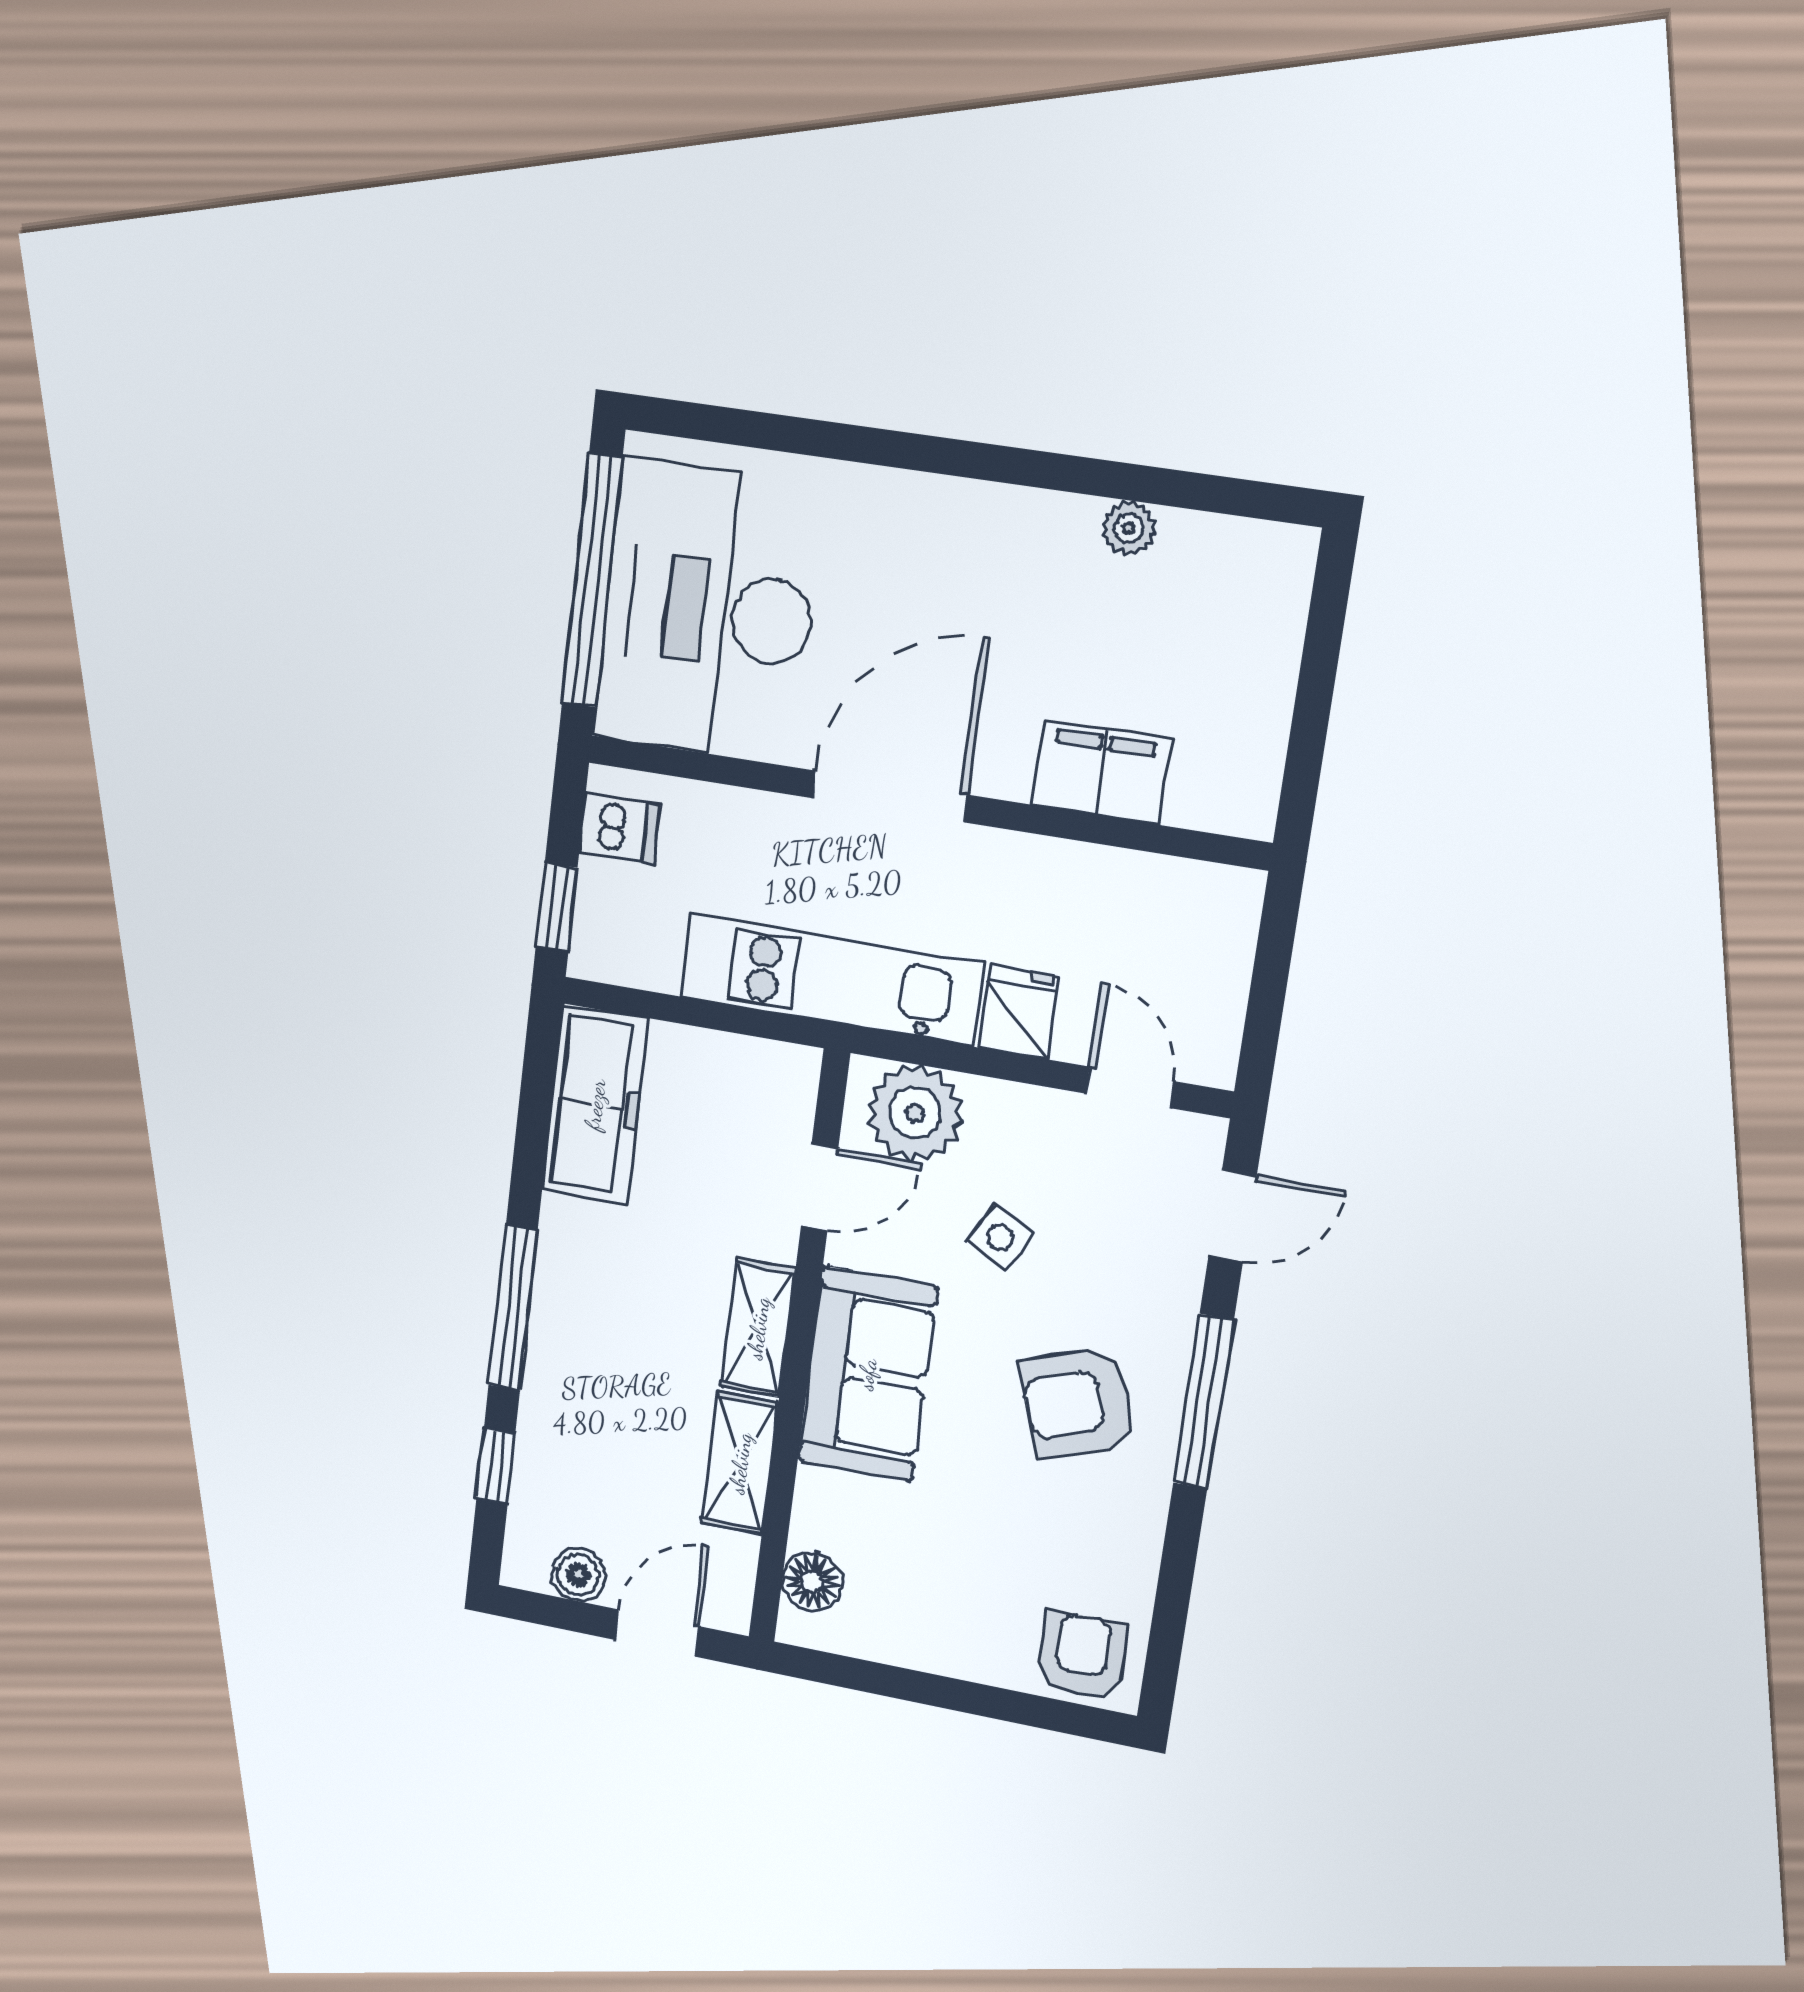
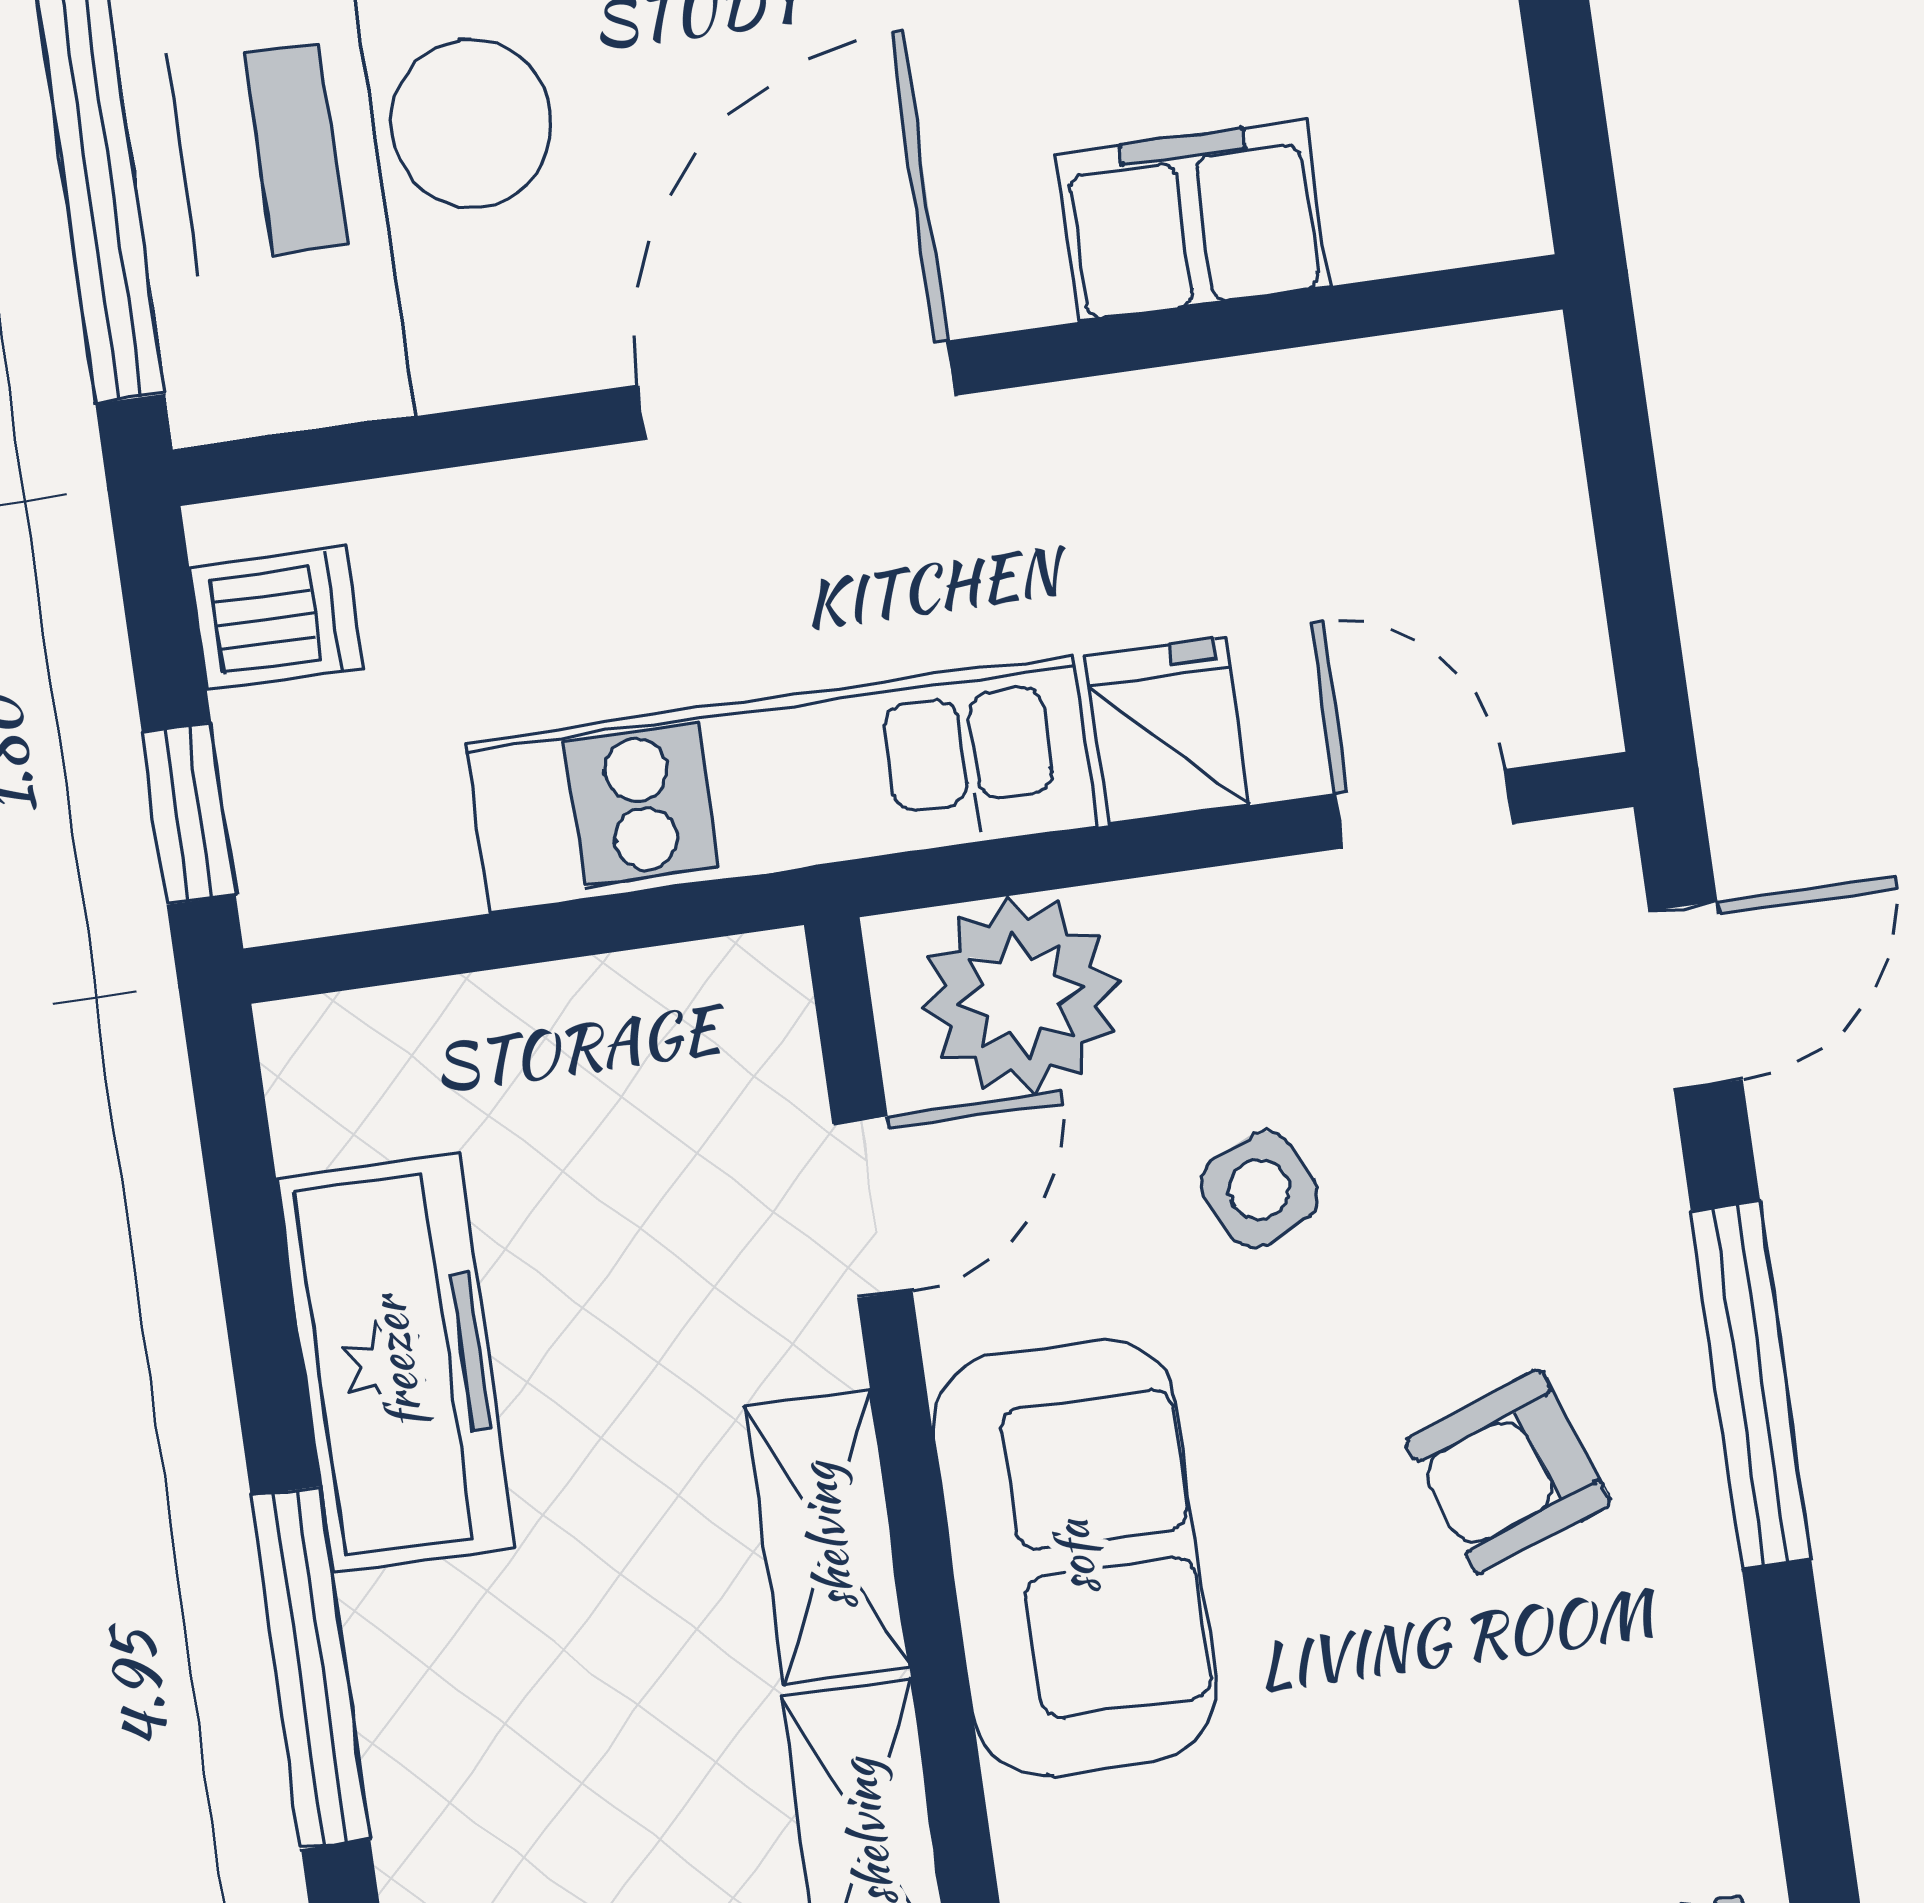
freezer: (595, 1104) -> (396, 1363), moved
side table: (1000, 1238) -> (1259, 1189), turned 37
armchair: (1078, 1403) -> (1508, 1472), width x0.72, depth x0.72

